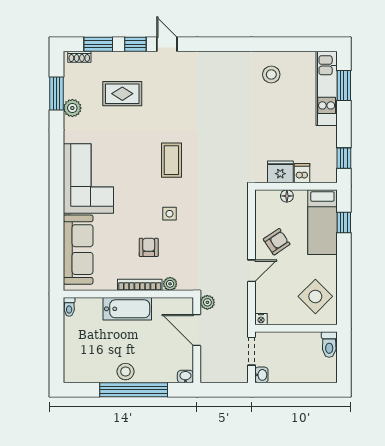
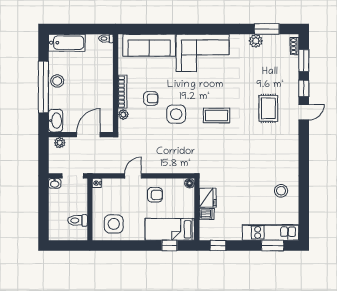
rug: (122, 94) -> (268, 108), moved
floor lamp: (287, 196) -> (189, 183), moved
side table: (170, 214) -> (176, 114), width x1.87, depth x1.87
armchair: (277, 242) -> (155, 195), turned -56
door: (252, 271) -> (133, 176), swing flipped
side table: (315, 296) -> (114, 224), turned 45
plant: (207, 302) -> (60, 143), moved
bathtub: (127, 309) -> (67, 43), moved, turned -90
toilet: (329, 345) -> (78, 220), moved
washbasin: (185, 377) -> (56, 121), width x1.91, depth x1.45

